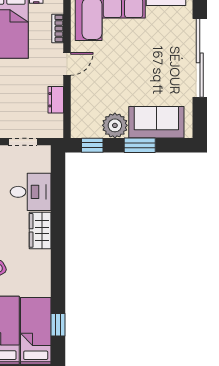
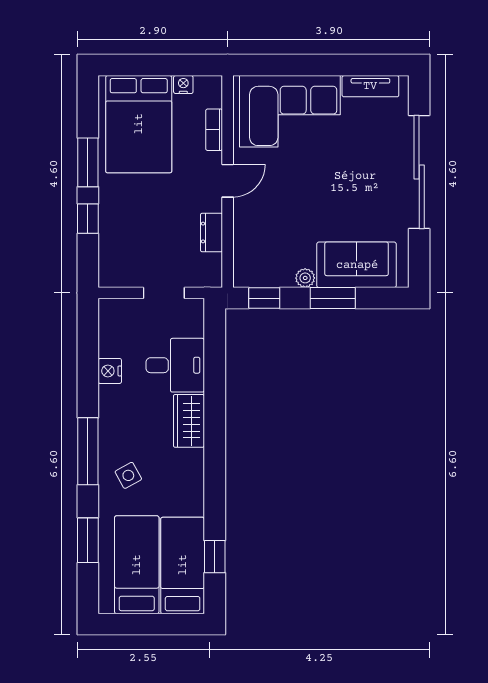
plant: (115, 125) -> (305, 278), width x0.53, depth x0.53

